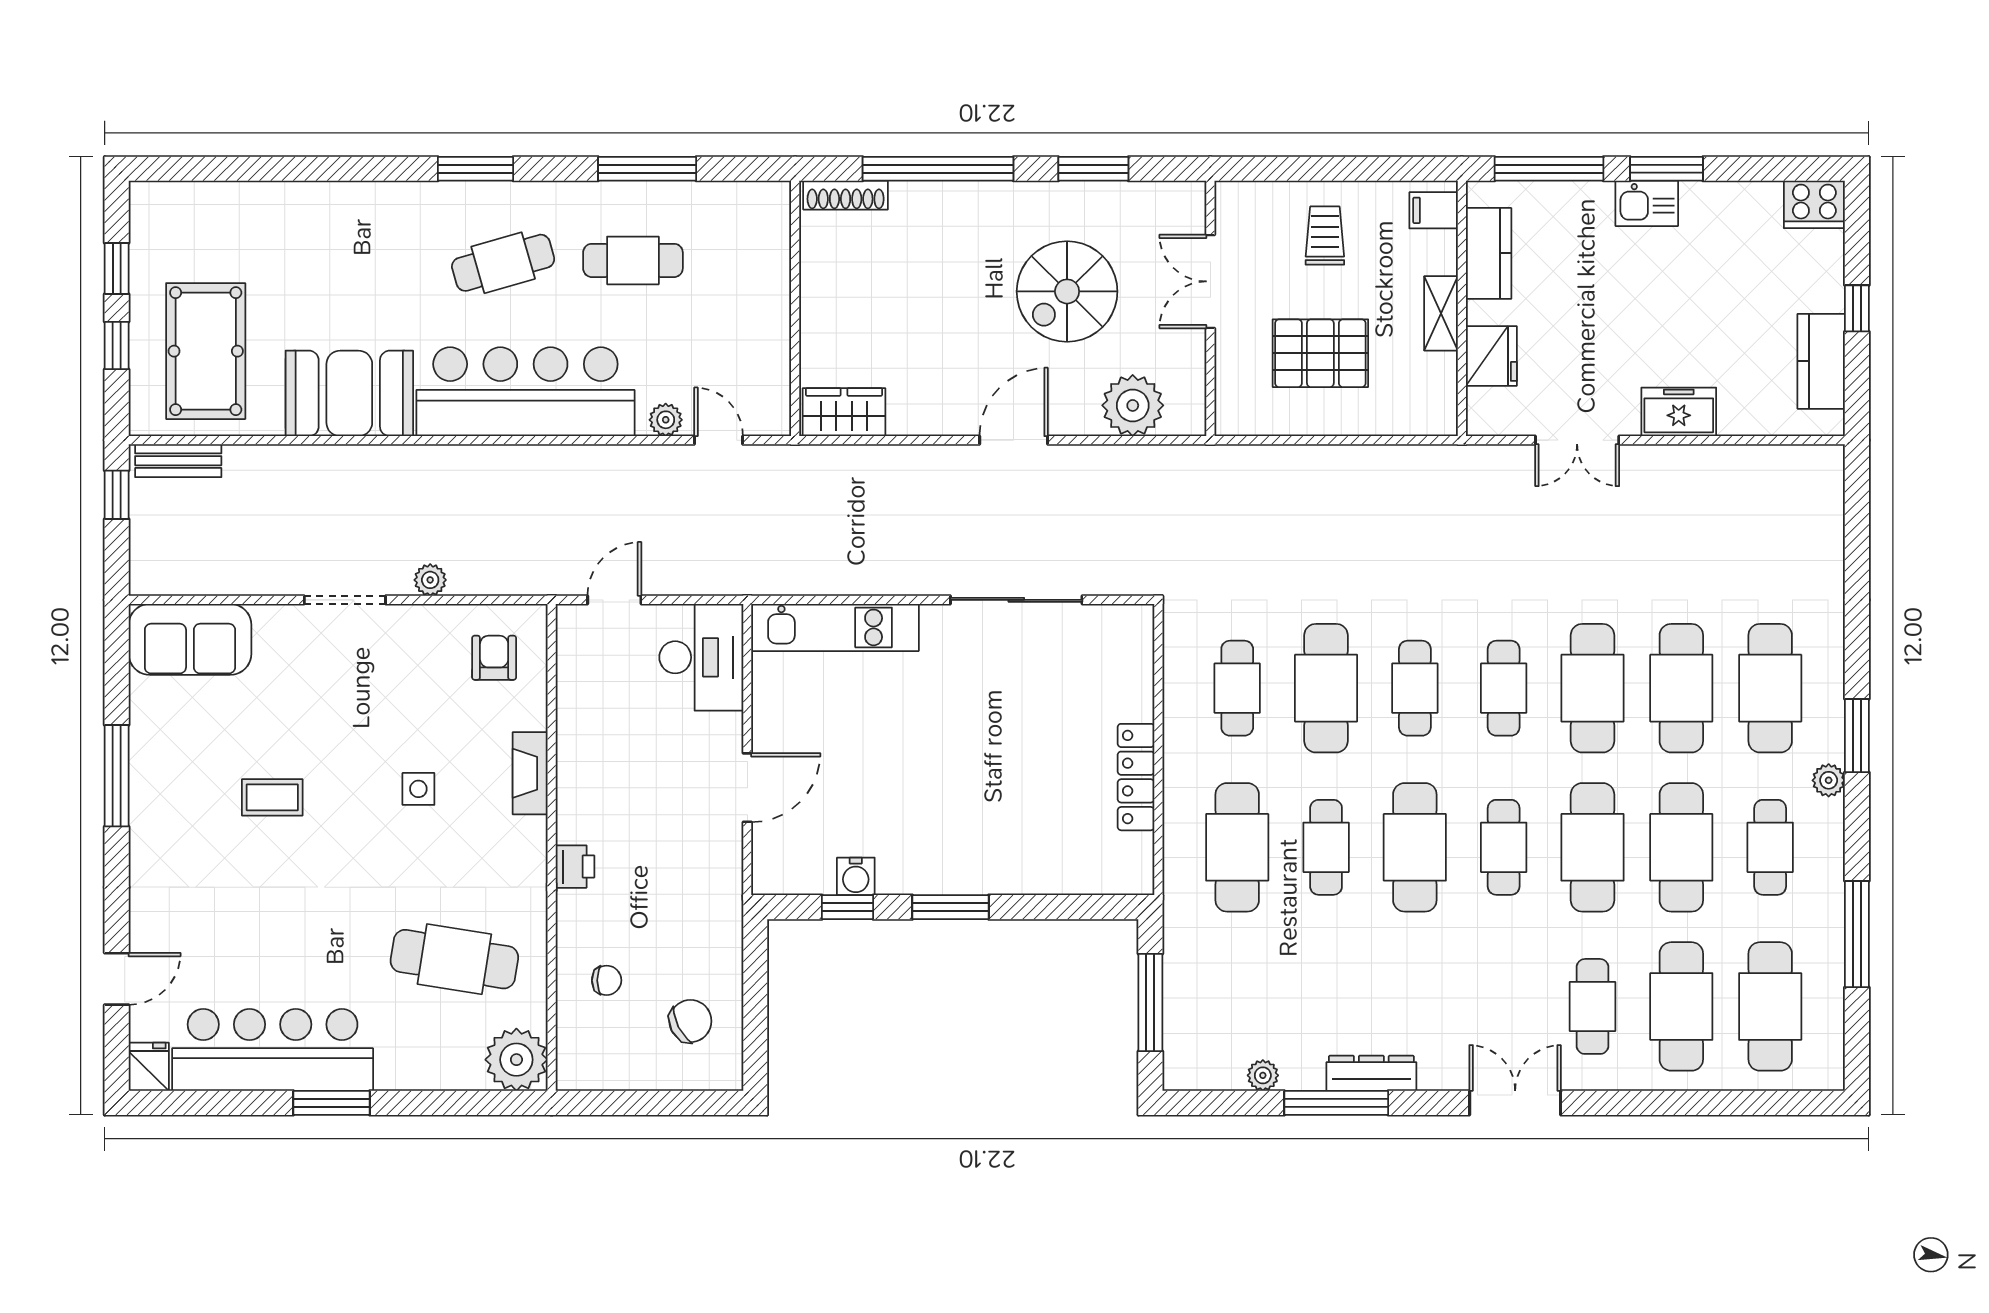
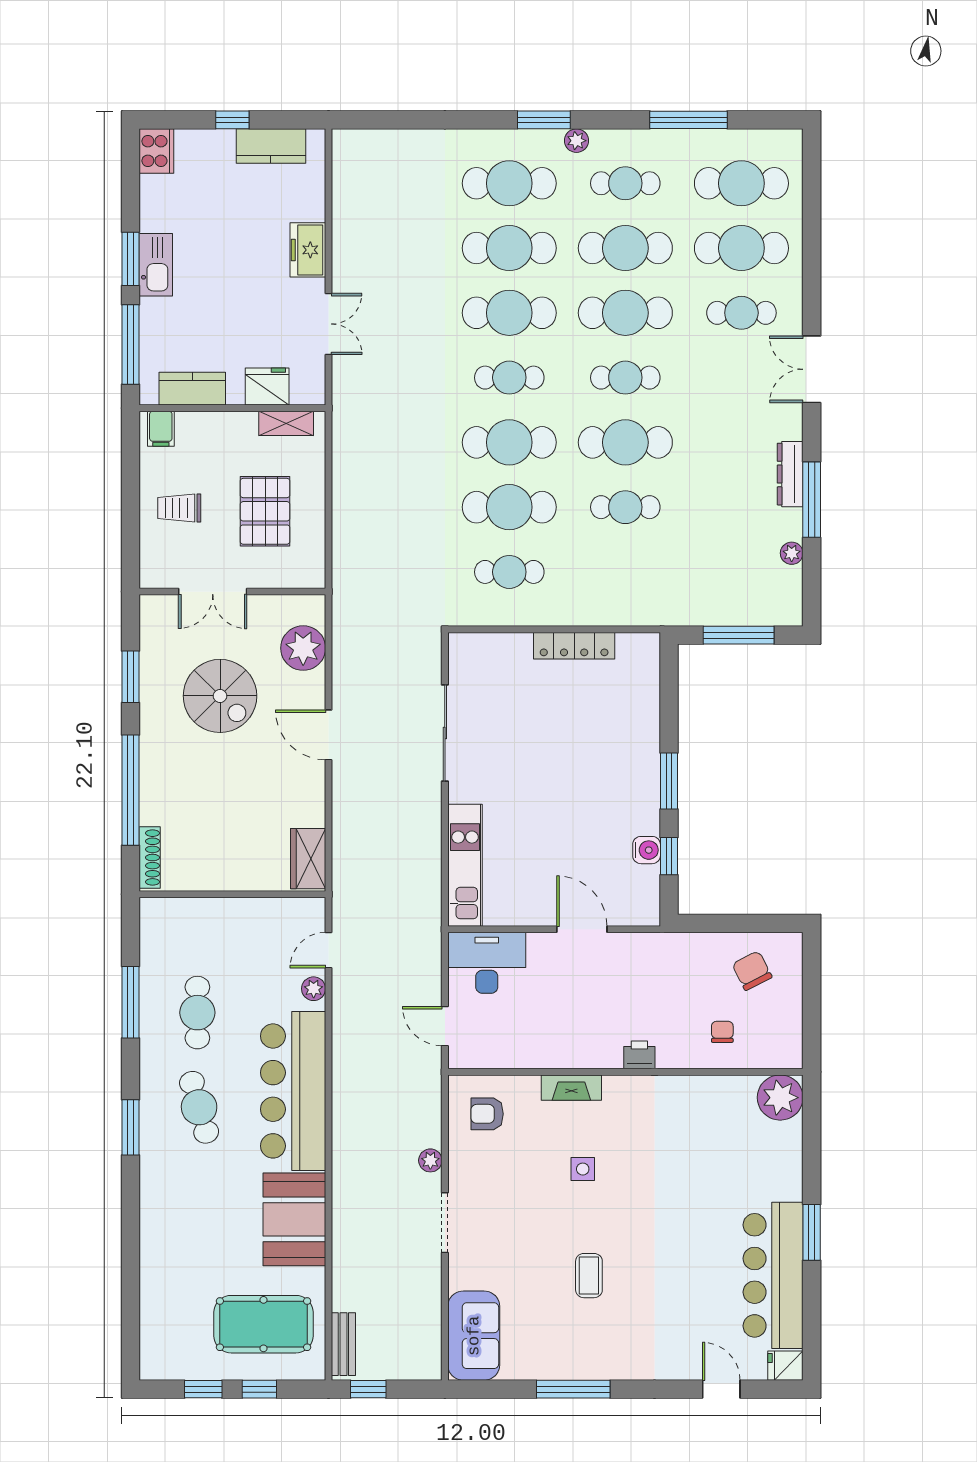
kitchen sink: (1647, 203) -> (156, 265), width x1.38
shelving: (1441, 313) -> (286, 423), moved
cafe table: (1415, 688) -> (509, 442), width x1.37, depth x1.35
cafe table: (1237, 847) -> (625, 572), removed
cafe table: (454, 959) -> (707, 1143), removed

